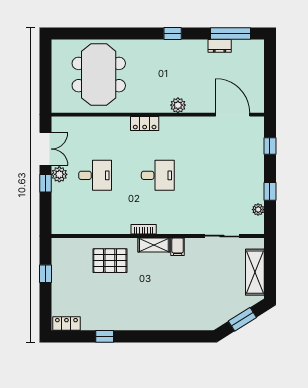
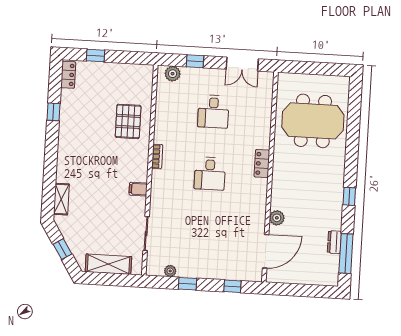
plant: (178, 105) -> (277, 218), moved
plant: (59, 174) -> (173, 74), moved
window: (46, 183) -> (195, 61), moved
shelving: (154, 245) -> (61, 199), moved
window: (46, 274) -> (96, 56), moved
window: (242, 319) -> (62, 249), width x0.67

